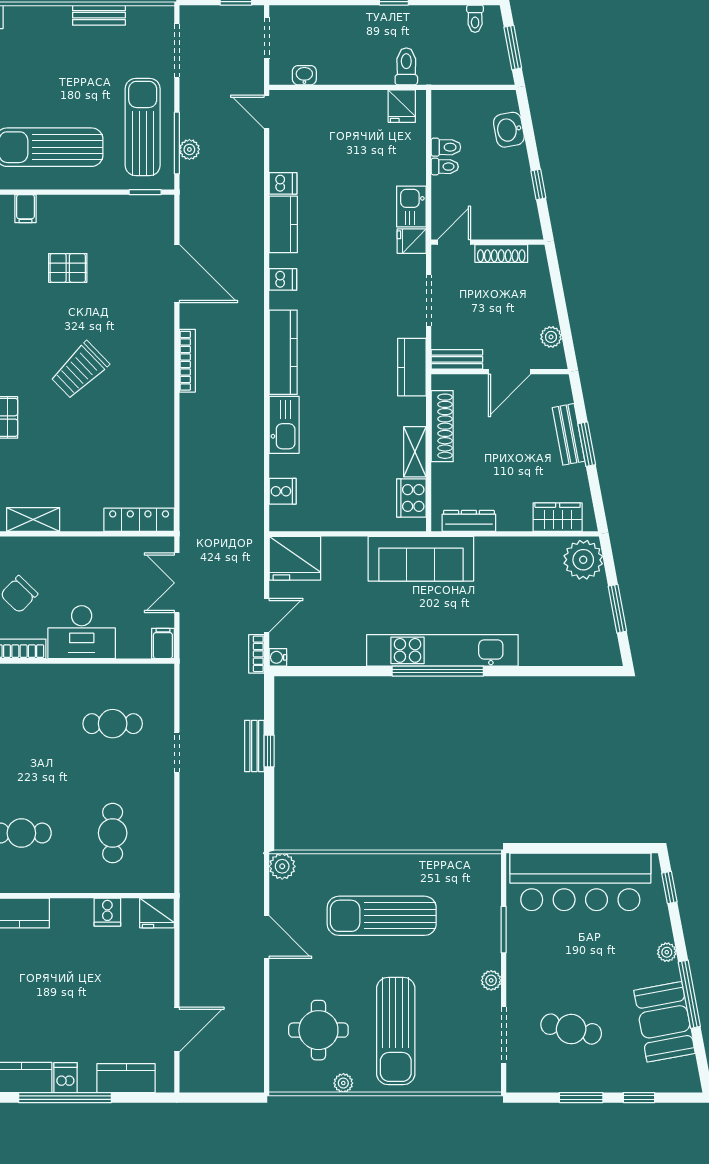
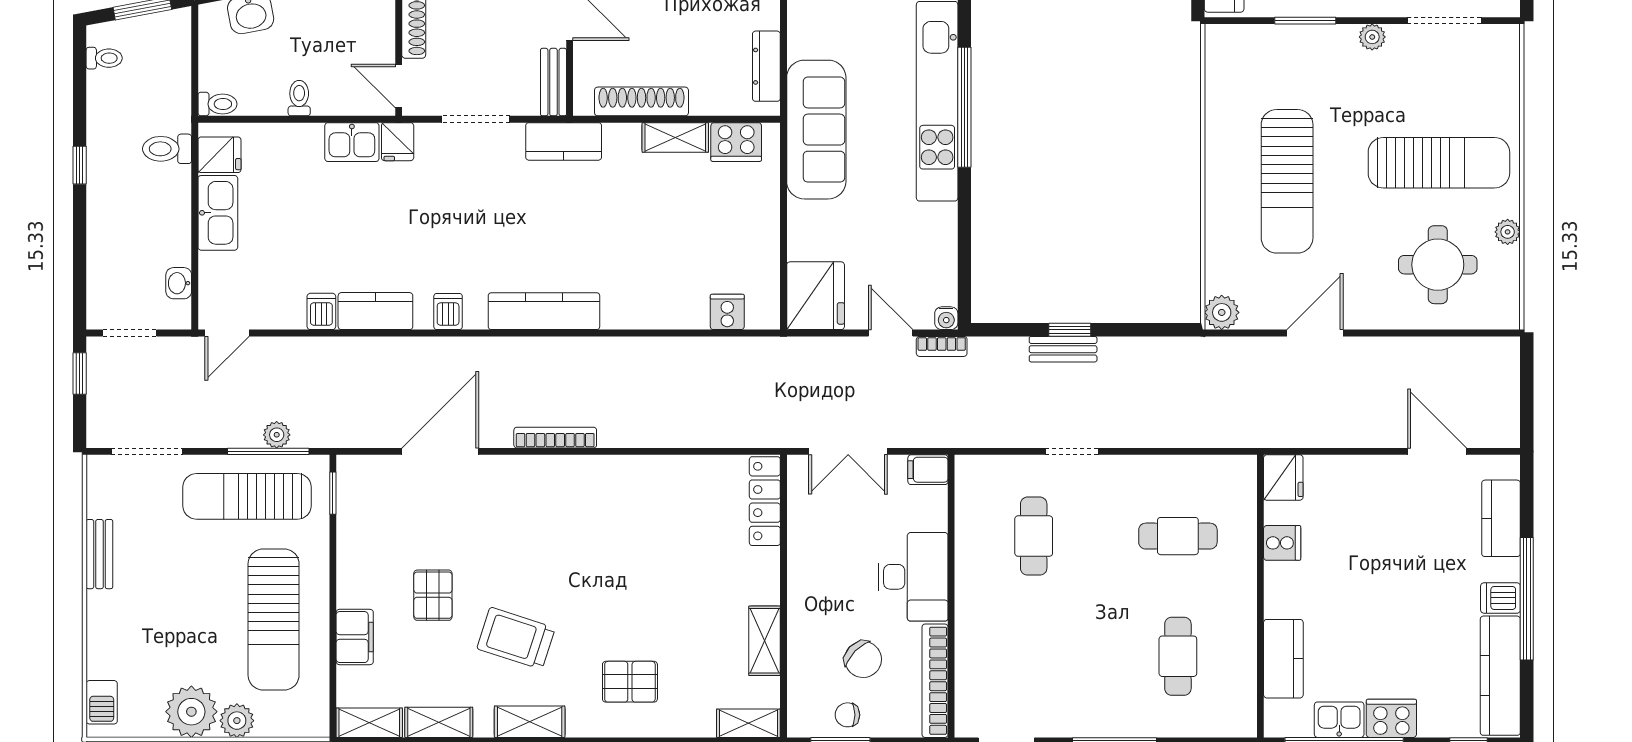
toilet: (446, 147) -> (217, 104), moved, turned 90
filing cabinet: (25, 209) -> (355, 637), width x2.00
trolley: (80, 370) -> (516, 638), moved, turned 152
kitchen sink: (284, 425) -> (218, 213), moved, turned 90

